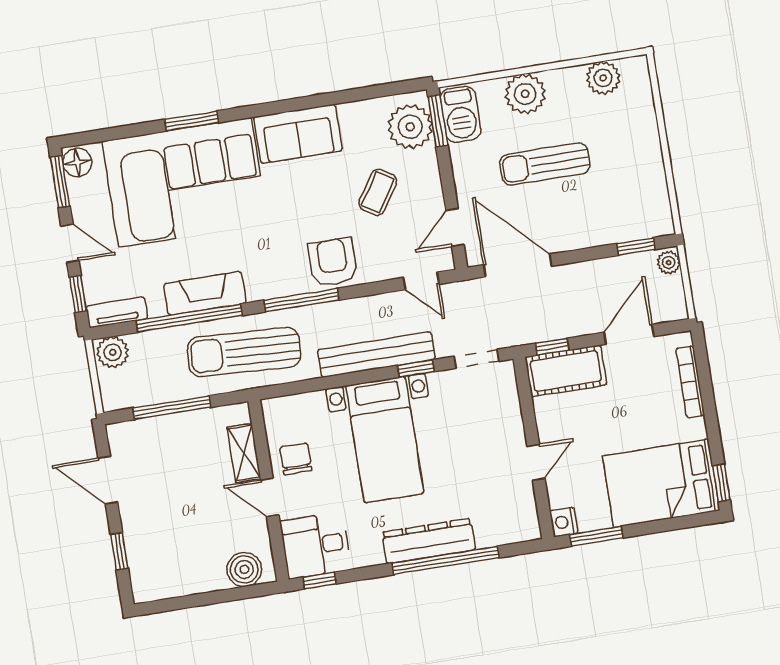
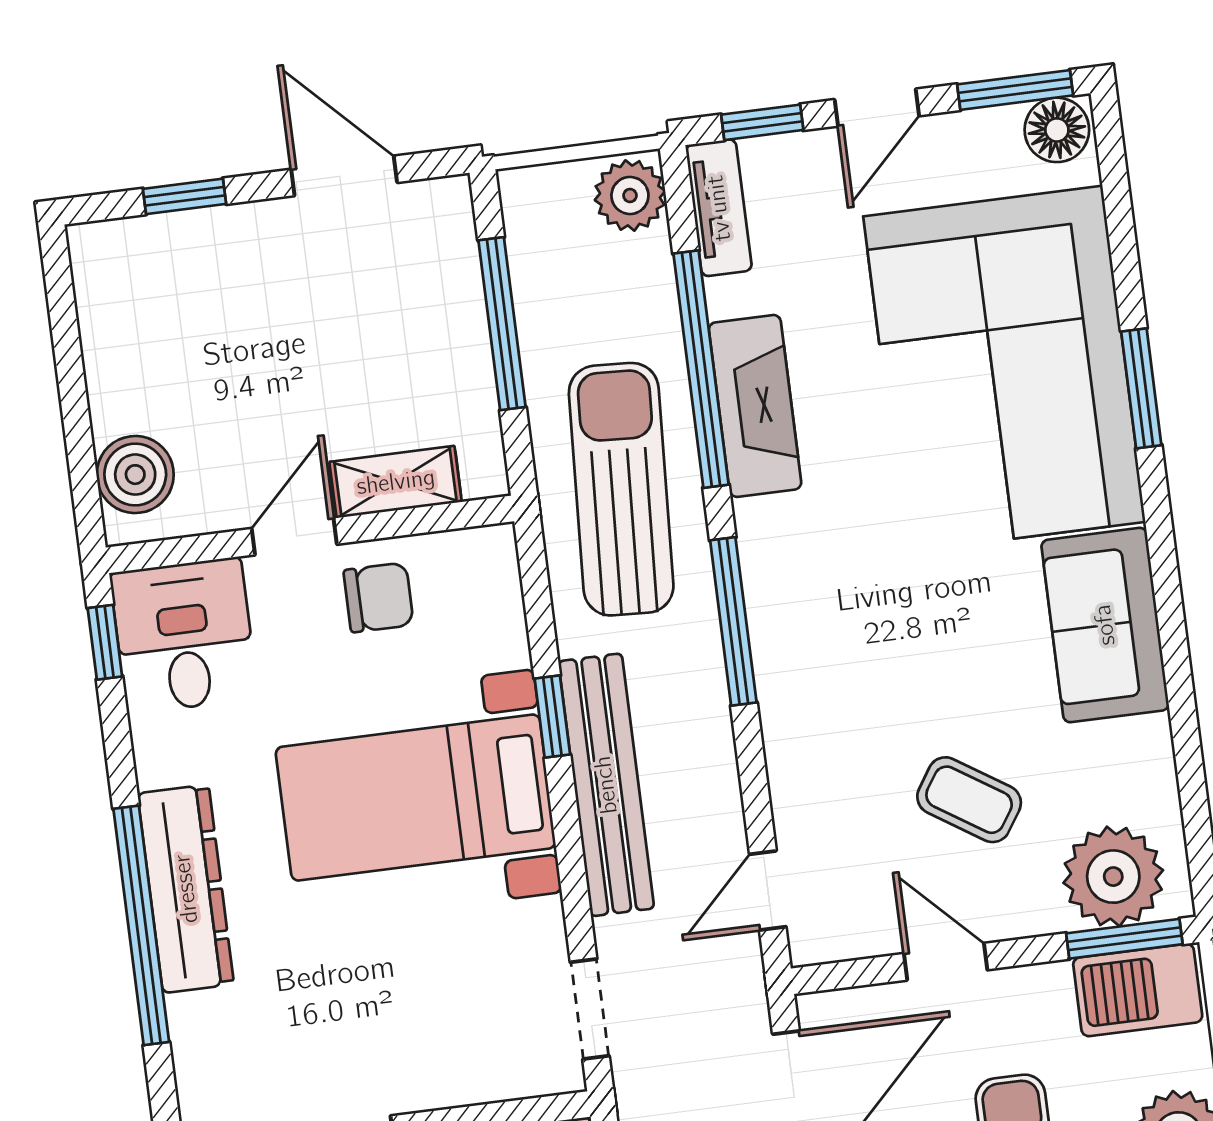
door: (455, 227) -> (946, 962), moved
armchair: (333, 262) -> (816, 694), removed
window: (416, 368) -> (552, 717), moved
door: (108, 480) -> (344, 176), hinge flipped

